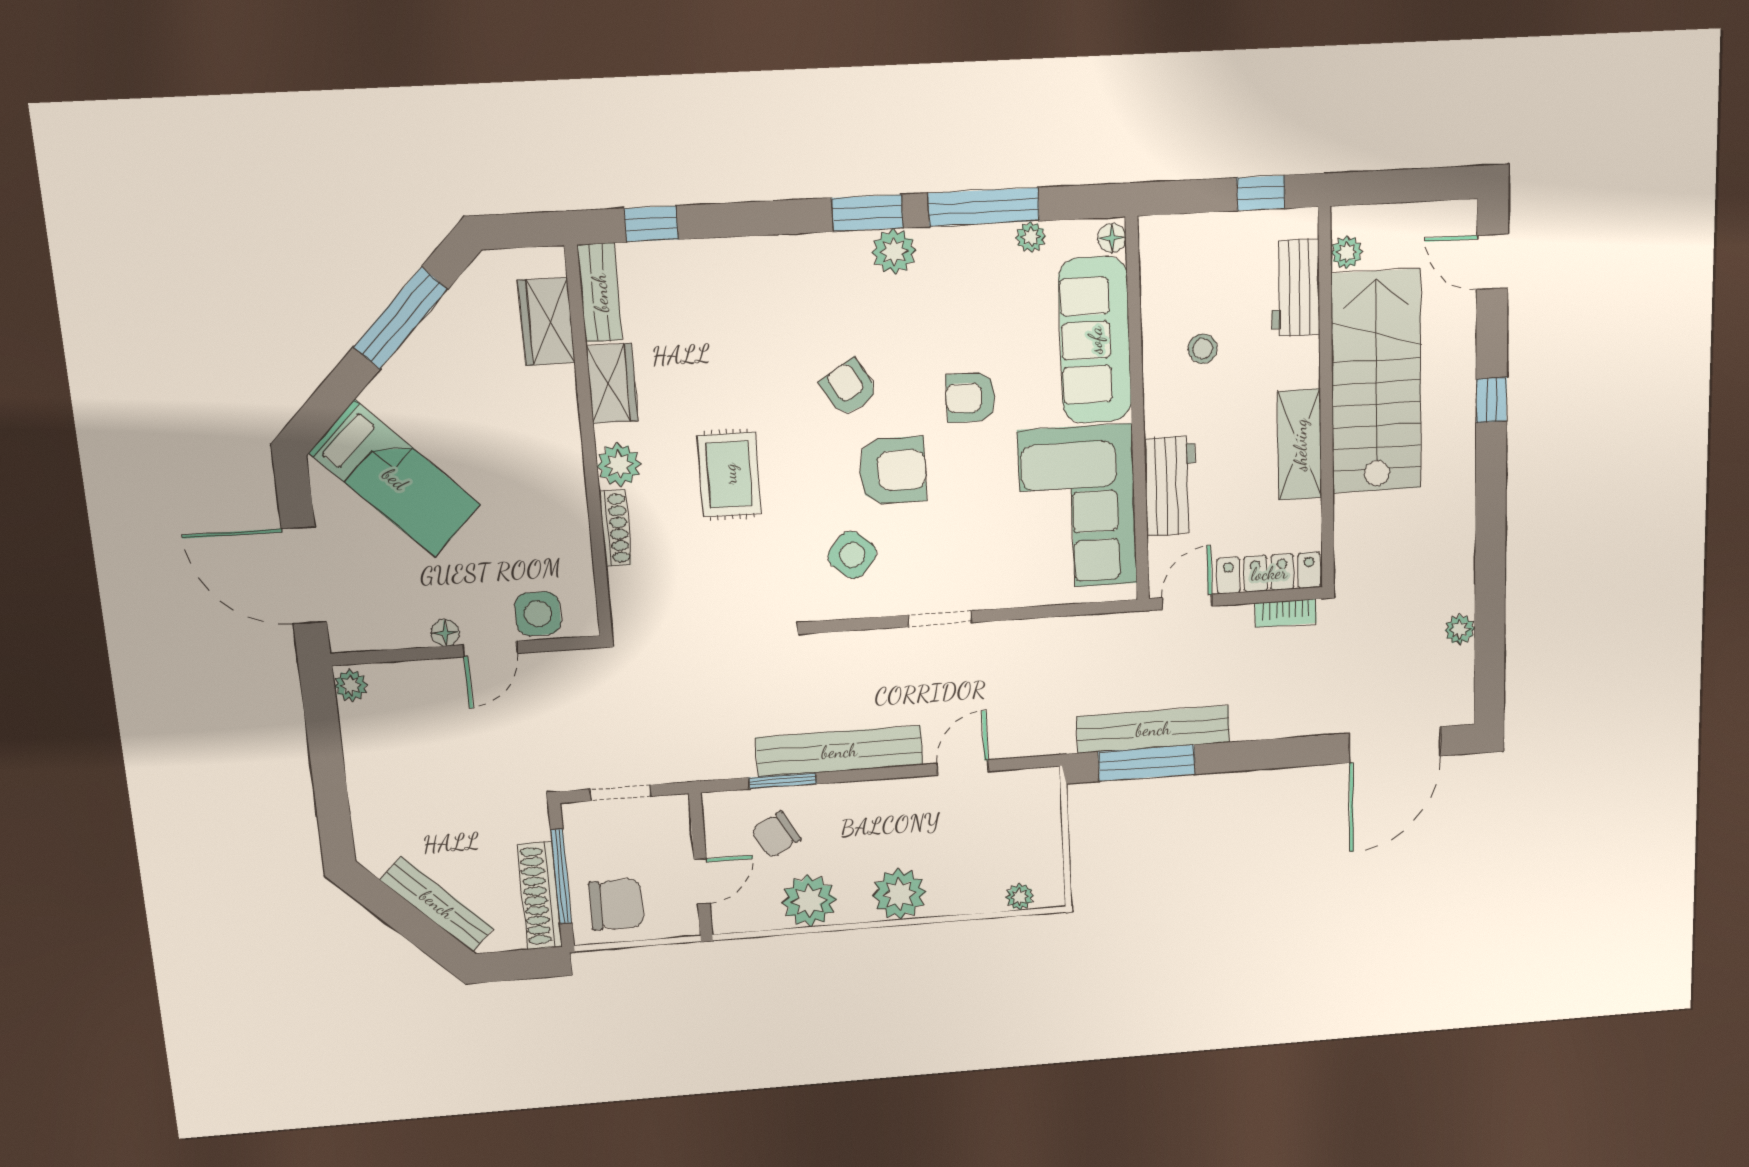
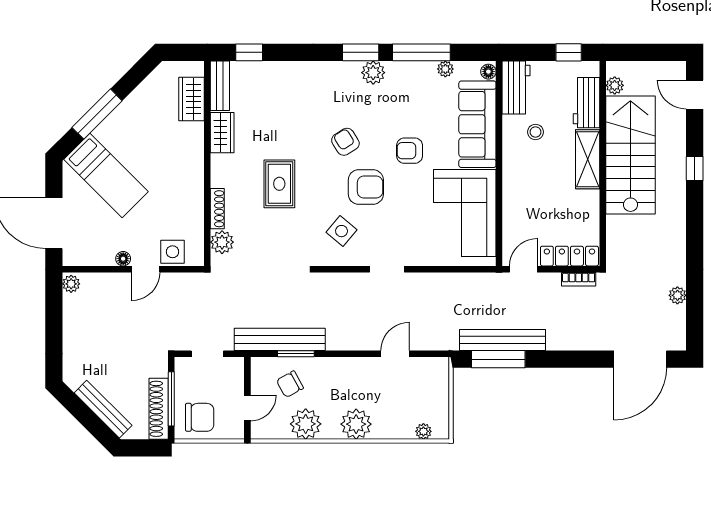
window: (401, 318) -> (97, 114), moved
shelving: (1300, 445) -> (588, 159), moved
plant: (619, 465) -> (222, 242), moved
workbench: (1171, 486) -> (516, 88), moved
bench: (839, 751) -> (280, 339), moved

